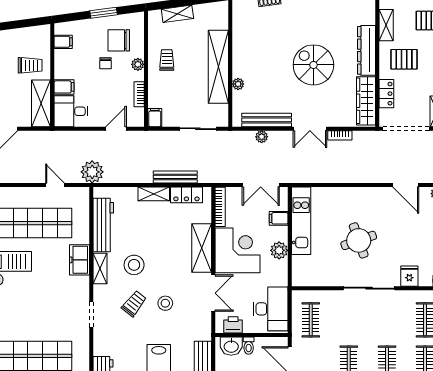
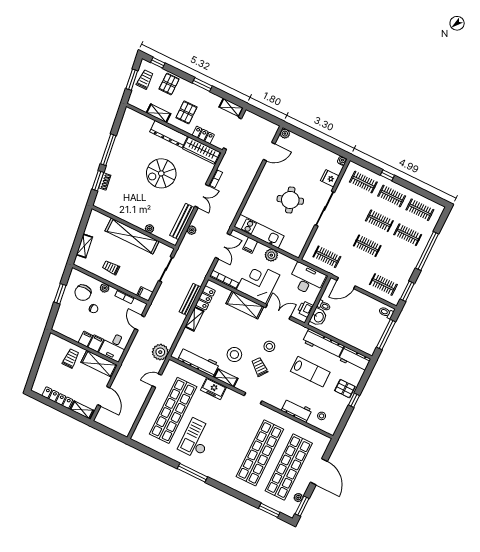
filing cabinet: (63, 42) -> (85, 339), moved

